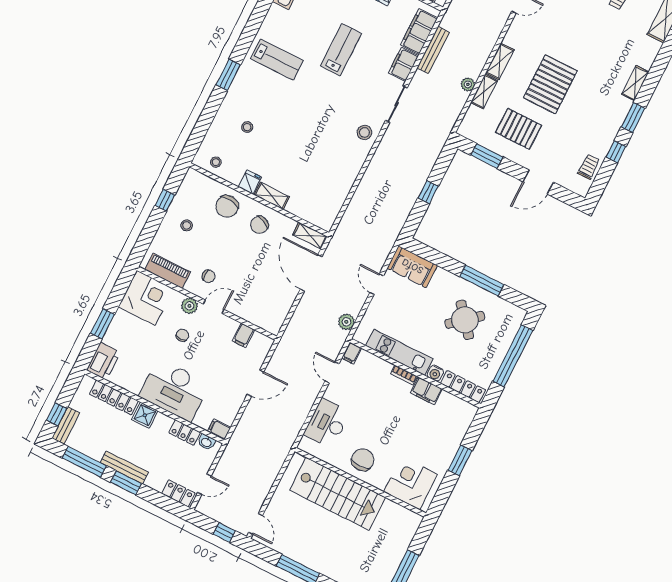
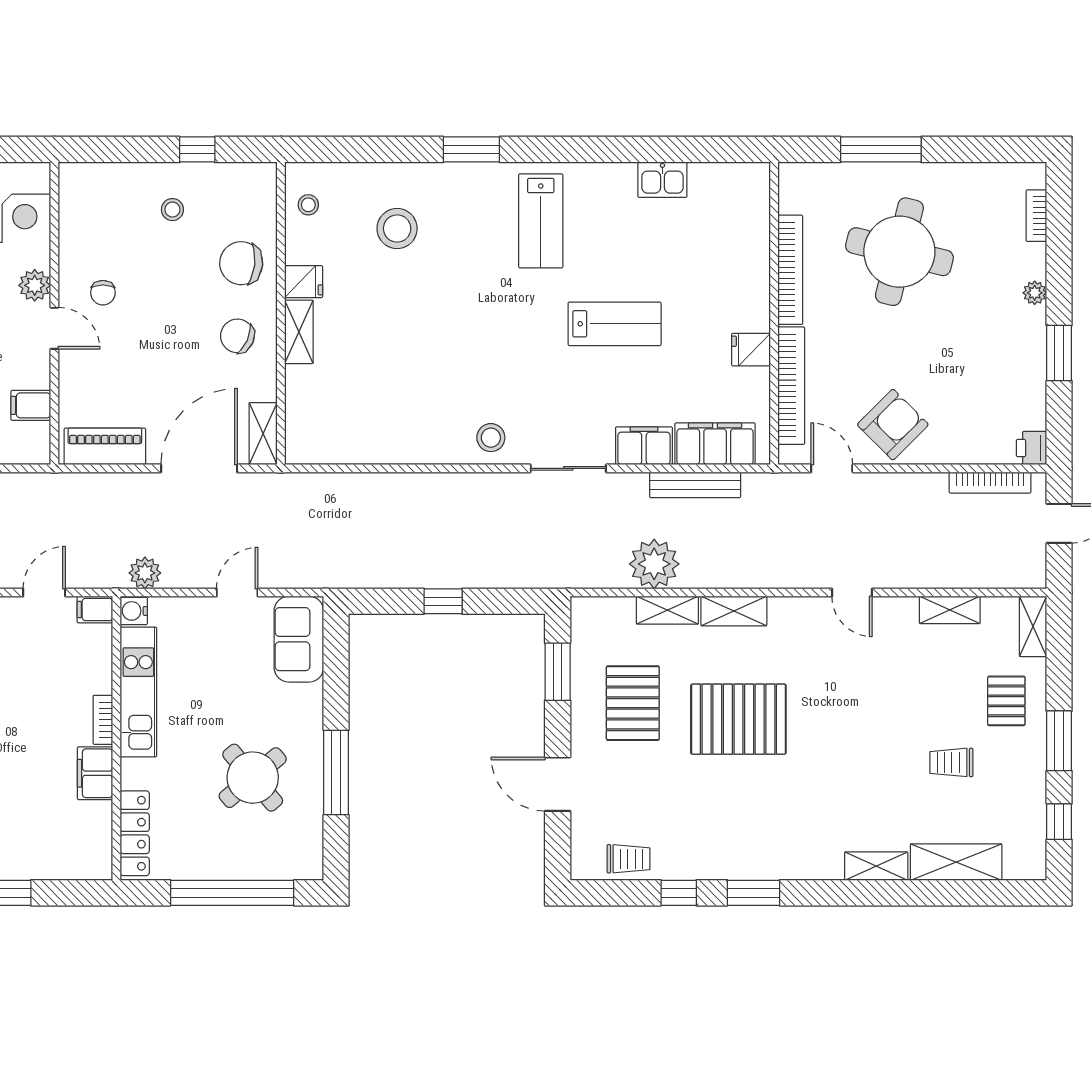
shelving: (635, 83) -> (876, 866), moved
plant: (468, 84) -> (654, 564), width x1.87, depth x1.87
stool: (247, 127) -> (397, 229), width x1.89, depth x1.89
piano: (168, 271) -> (105, 446), moved, turned -90
water cooler: (435, 373) -> (134, 611), moved

